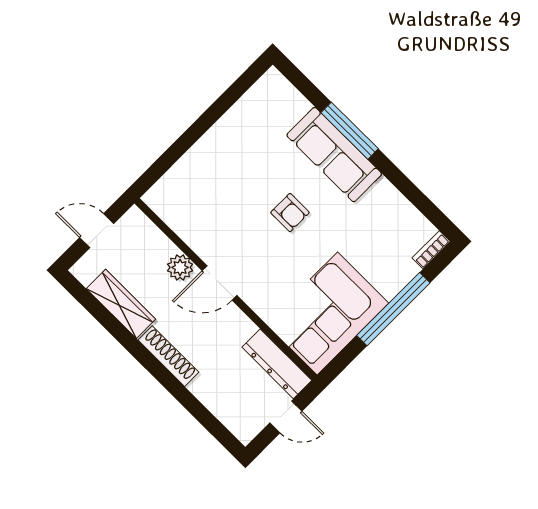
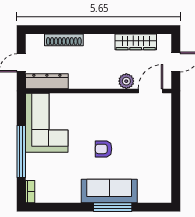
door: (220, 283) -> (151, 91), moved
shoe rack: (168, 356) -> (64, 40), moved

